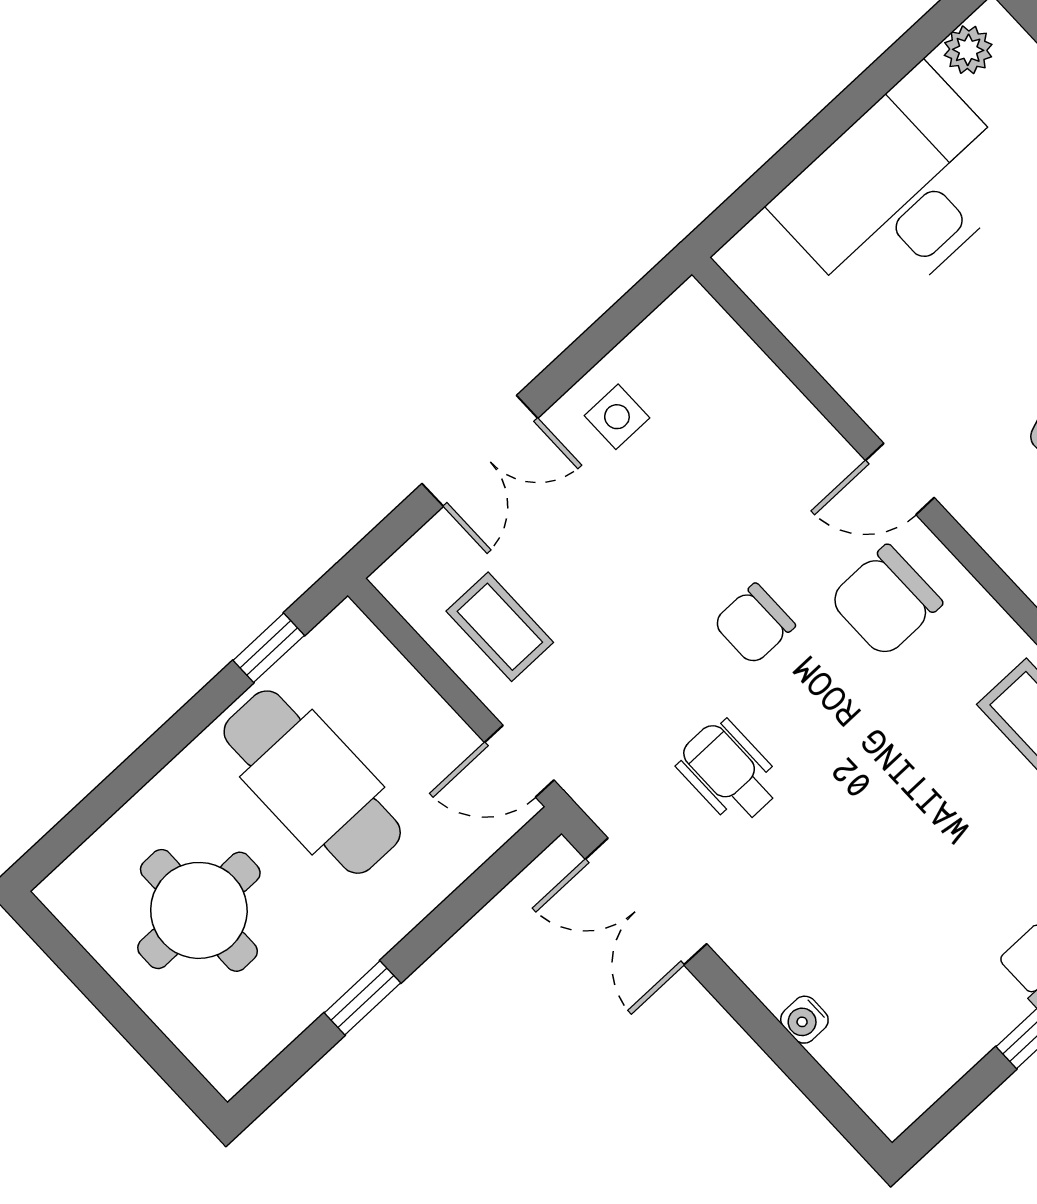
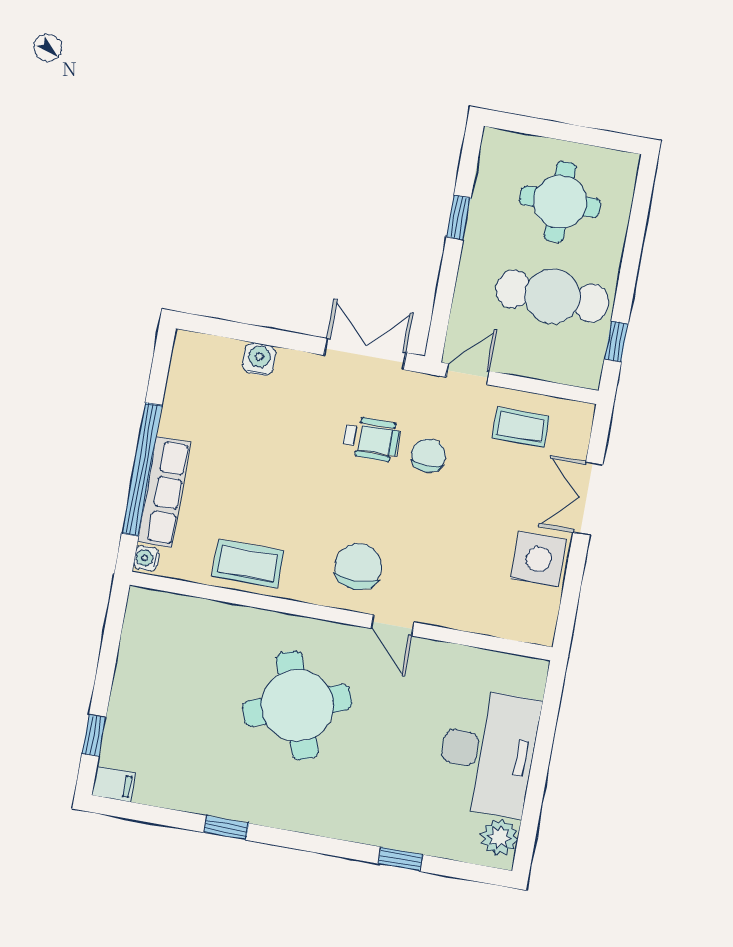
plant: (968, 50) -> (499, 837), width x1.38, depth x1.38
side table: (617, 417) -> (539, 559), width x1.87, depth x1.87
door: (900, 479) -> (392, 625), swing flipped
chair: (754, 624) -> (428, 455), moved
water cooler: (804, 1020) -> (259, 359), width x1.38, depth x1.38

